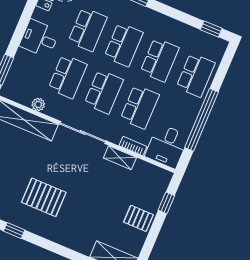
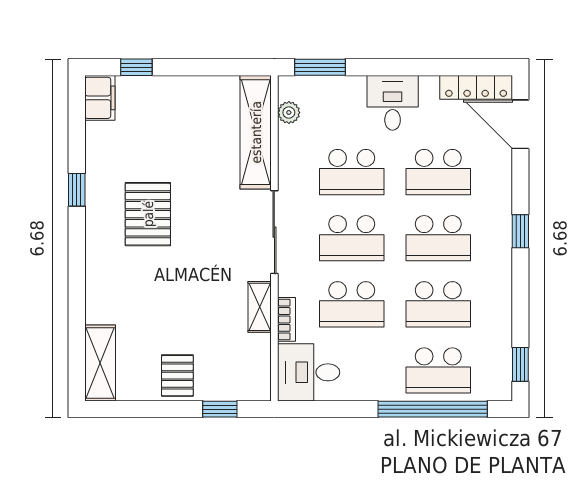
plant: (38, 105) -> (289, 112), moved
window: (202, 120) -> (433, 409), moved

